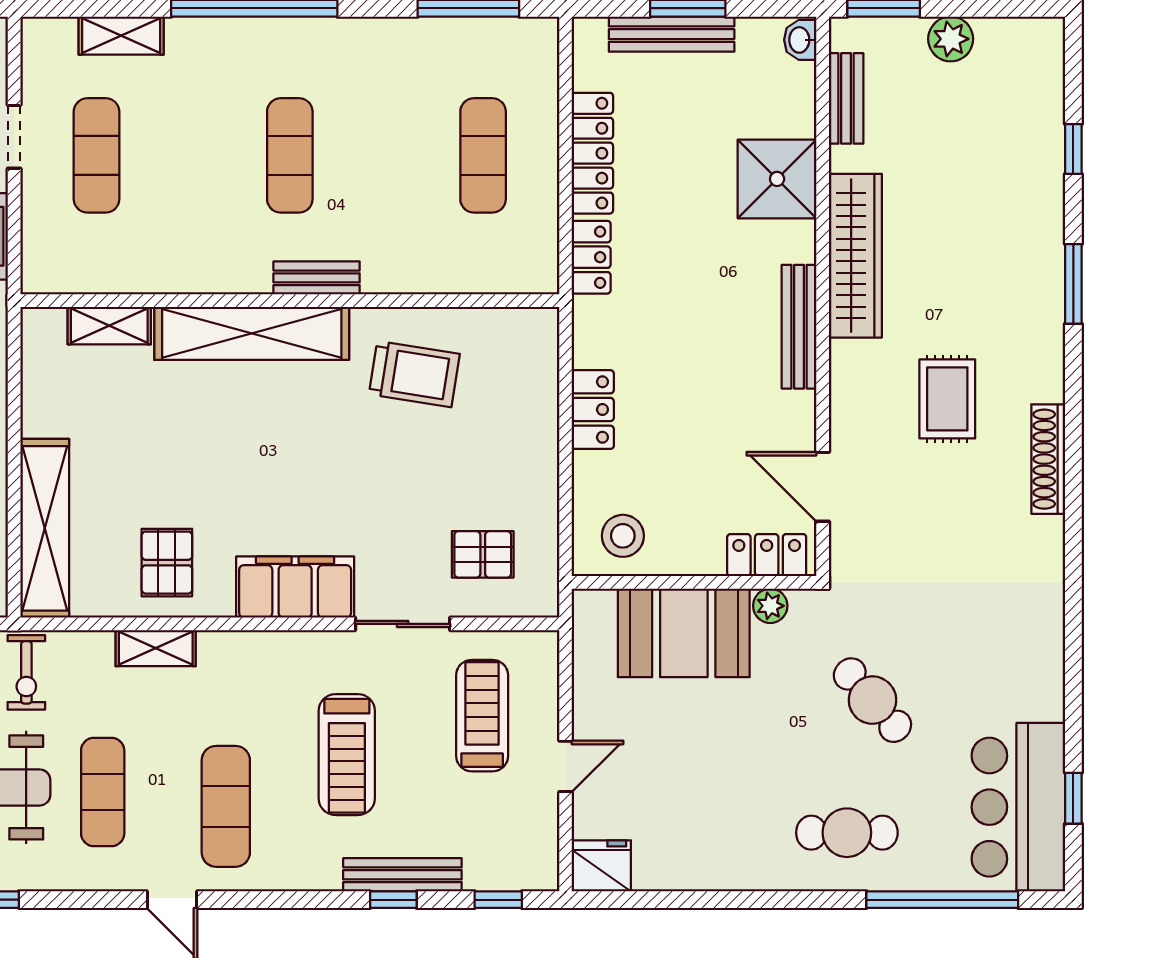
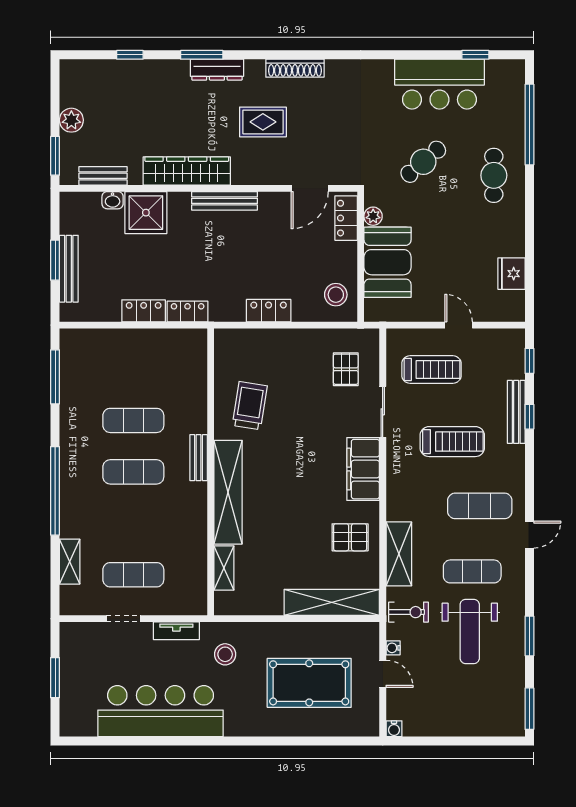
washbasin: (800, 40) -> (113, 200), moved
locker: (592, 153) -> (144, 311), width x0.66
exercise mat: (483, 155) -> (133, 420), moved
dresser: (1046, 312) -> (217, 70), added
shelving: (156, 648) -> (399, 554), width x1.50, depth x1.33
treadmill: (482, 716) -> (431, 370), turned 180
bar counter: (1018, 807) -> (439, 84), moved
fridge: (601, 866) -> (511, 274), moved

